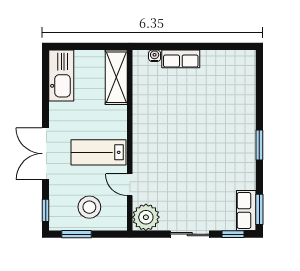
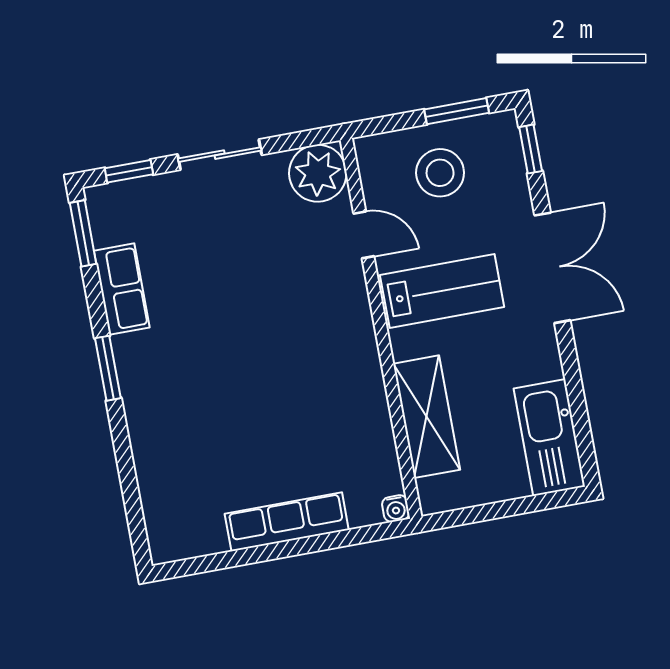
water cooler: (155, 56) -> (396, 509), moved
row of seats: (181, 59) -> (287, 522), width x1.48
shelving: (116, 77) -> (427, 417), moved
row of seats: (246, 211) -> (122, 289), moved

